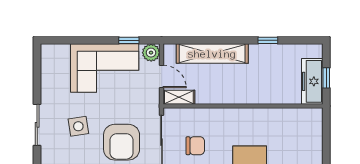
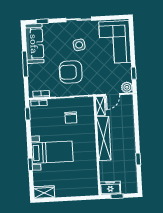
shelving: (212, 54) -> (104, 138), moved
corner sofa: (105, 68) -> (115, 42), moved
freezer: (312, 81) -> (110, 188), width x0.71

